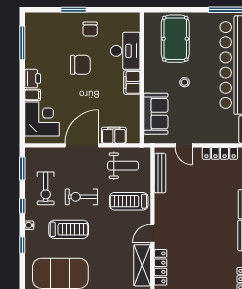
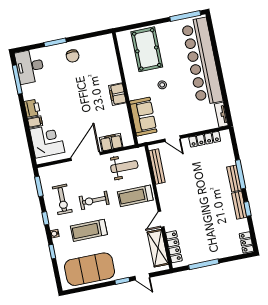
desk: (125, 51) -> (30, 66), moved, turned 180
chair: (80, 65) -> (70, 88), removed
treadmill: (69, 229) -> (89, 230), turned 180

